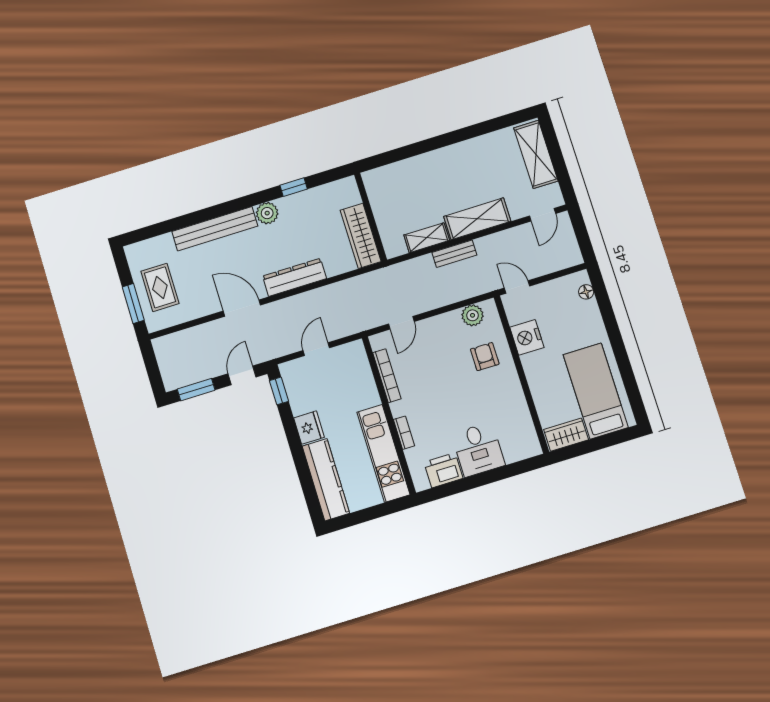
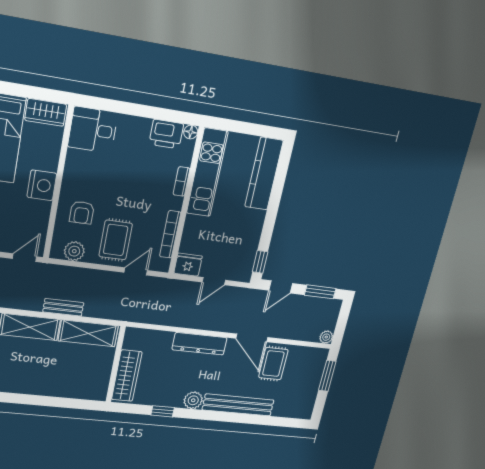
wardrobe: (361, 236) -> (127, 376), moved
shelving: (427, 238) -> (88, 333), width x1.50, depth x1.33
rug: (160, 287) -> (273, 364), moved
door: (517, 287) -> (25, 258), swing flipped
nightstand: (527, 337) -> (42, 185), moved
plant: (160, 345) -> (326, 337), added
rug: (438, 345) -> (116, 240), added
fridge: (309, 428) -> (188, 265), moved, turned 90
desk: (478, 449) -> (93, 130), moved, turned -90
floor lamp: (421, 484) -> (191, 132), added

